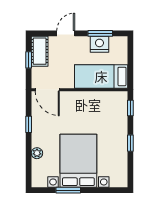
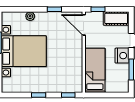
nightstand: (99, 44) -> (122, 56), moved
window: (29, 60) -> (98, 9), moved
door: (47, 90) -> (84, 25), hinge flipped

